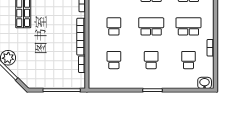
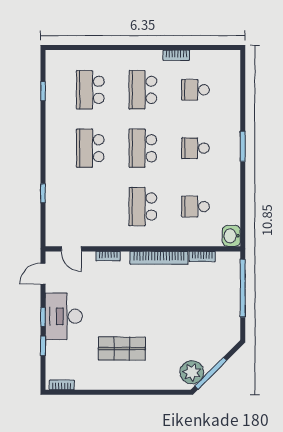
school desk: (114, 26) -> (143, 207), width x1.85
washbasin: (205, 83) -> (231, 236), moved

